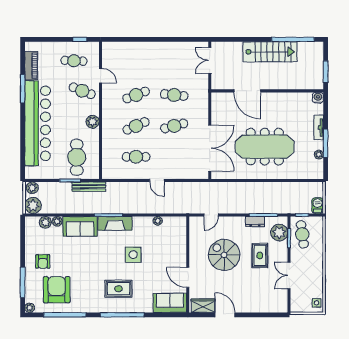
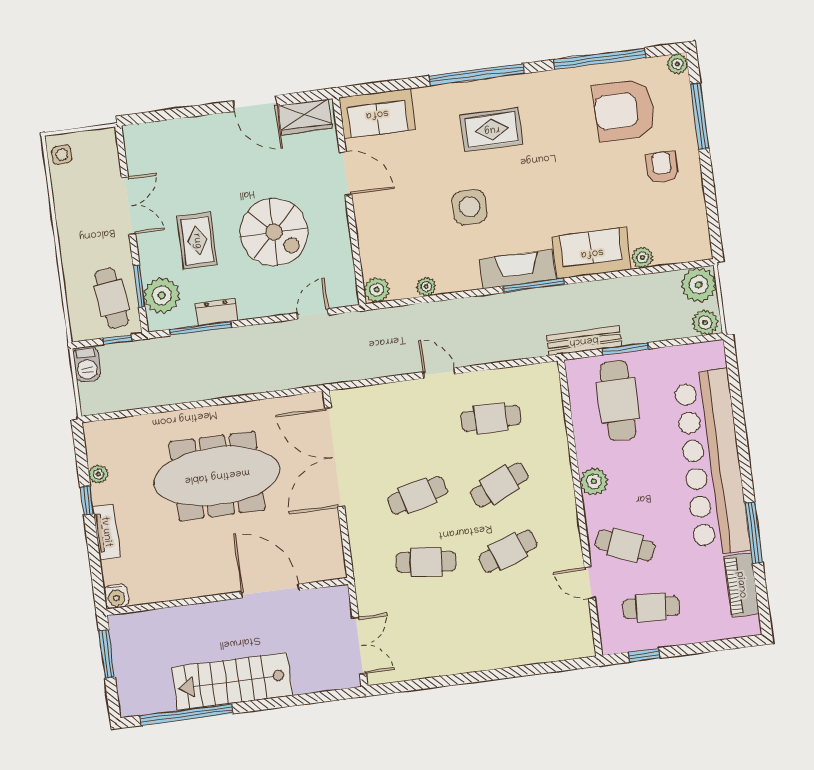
window: (326, 143) -> (87, 500), width x0.46
plant: (45, 222) -> (377, 290), moved
armchair: (57, 290) -> (624, 110), turned 90

